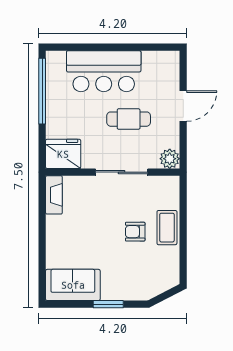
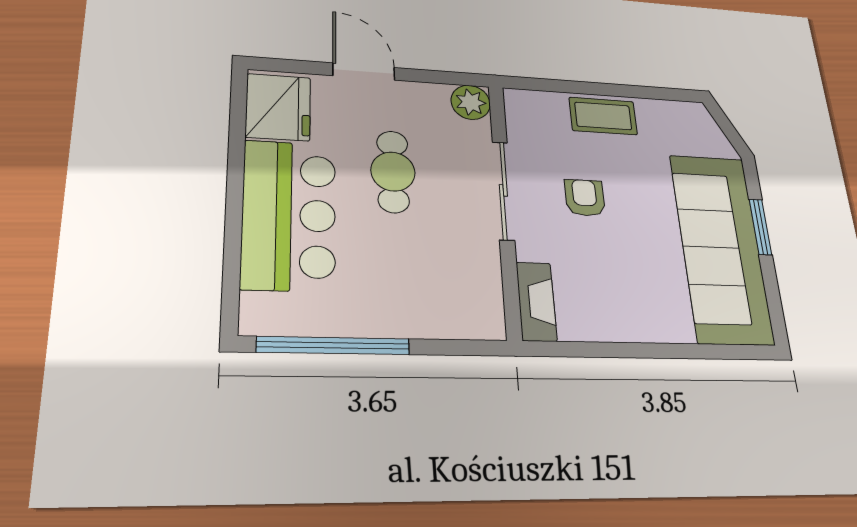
fridge: (63, 154) -> (278, 107), moved, turned 180
fireplace: (54, 195) -> (536, 302), moved, turned 90
armchair: (135, 232) -> (585, 198), moved, turned 180
sofa: (73, 285) -> (721, 248), width x1.85, depth x1.27

